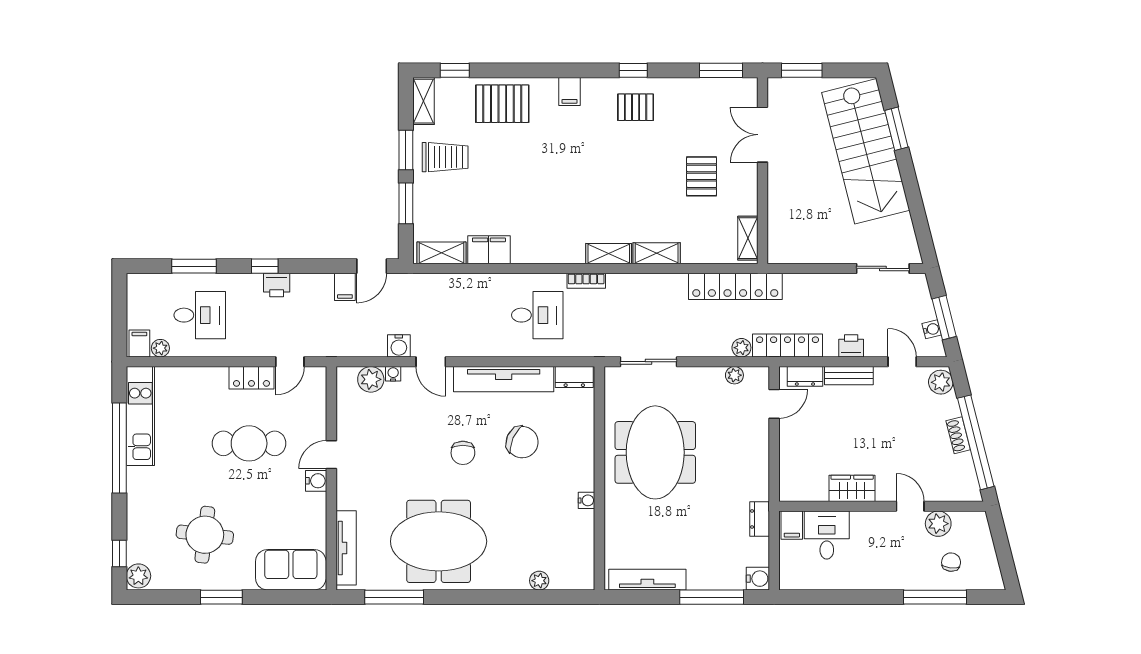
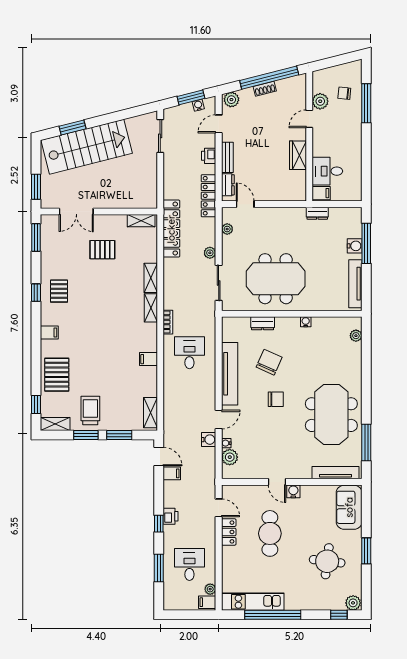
filing cabinet: (489, 250) -> (148, 359), moved, width x0.50
plant: (741, 348) -> (210, 253), moved
dresser: (574, 377) -> (263, 323), moved, turned 90
water cooler: (758, 579) -> (355, 246), moved, turned 90
plant: (539, 581) -> (356, 336), moved

